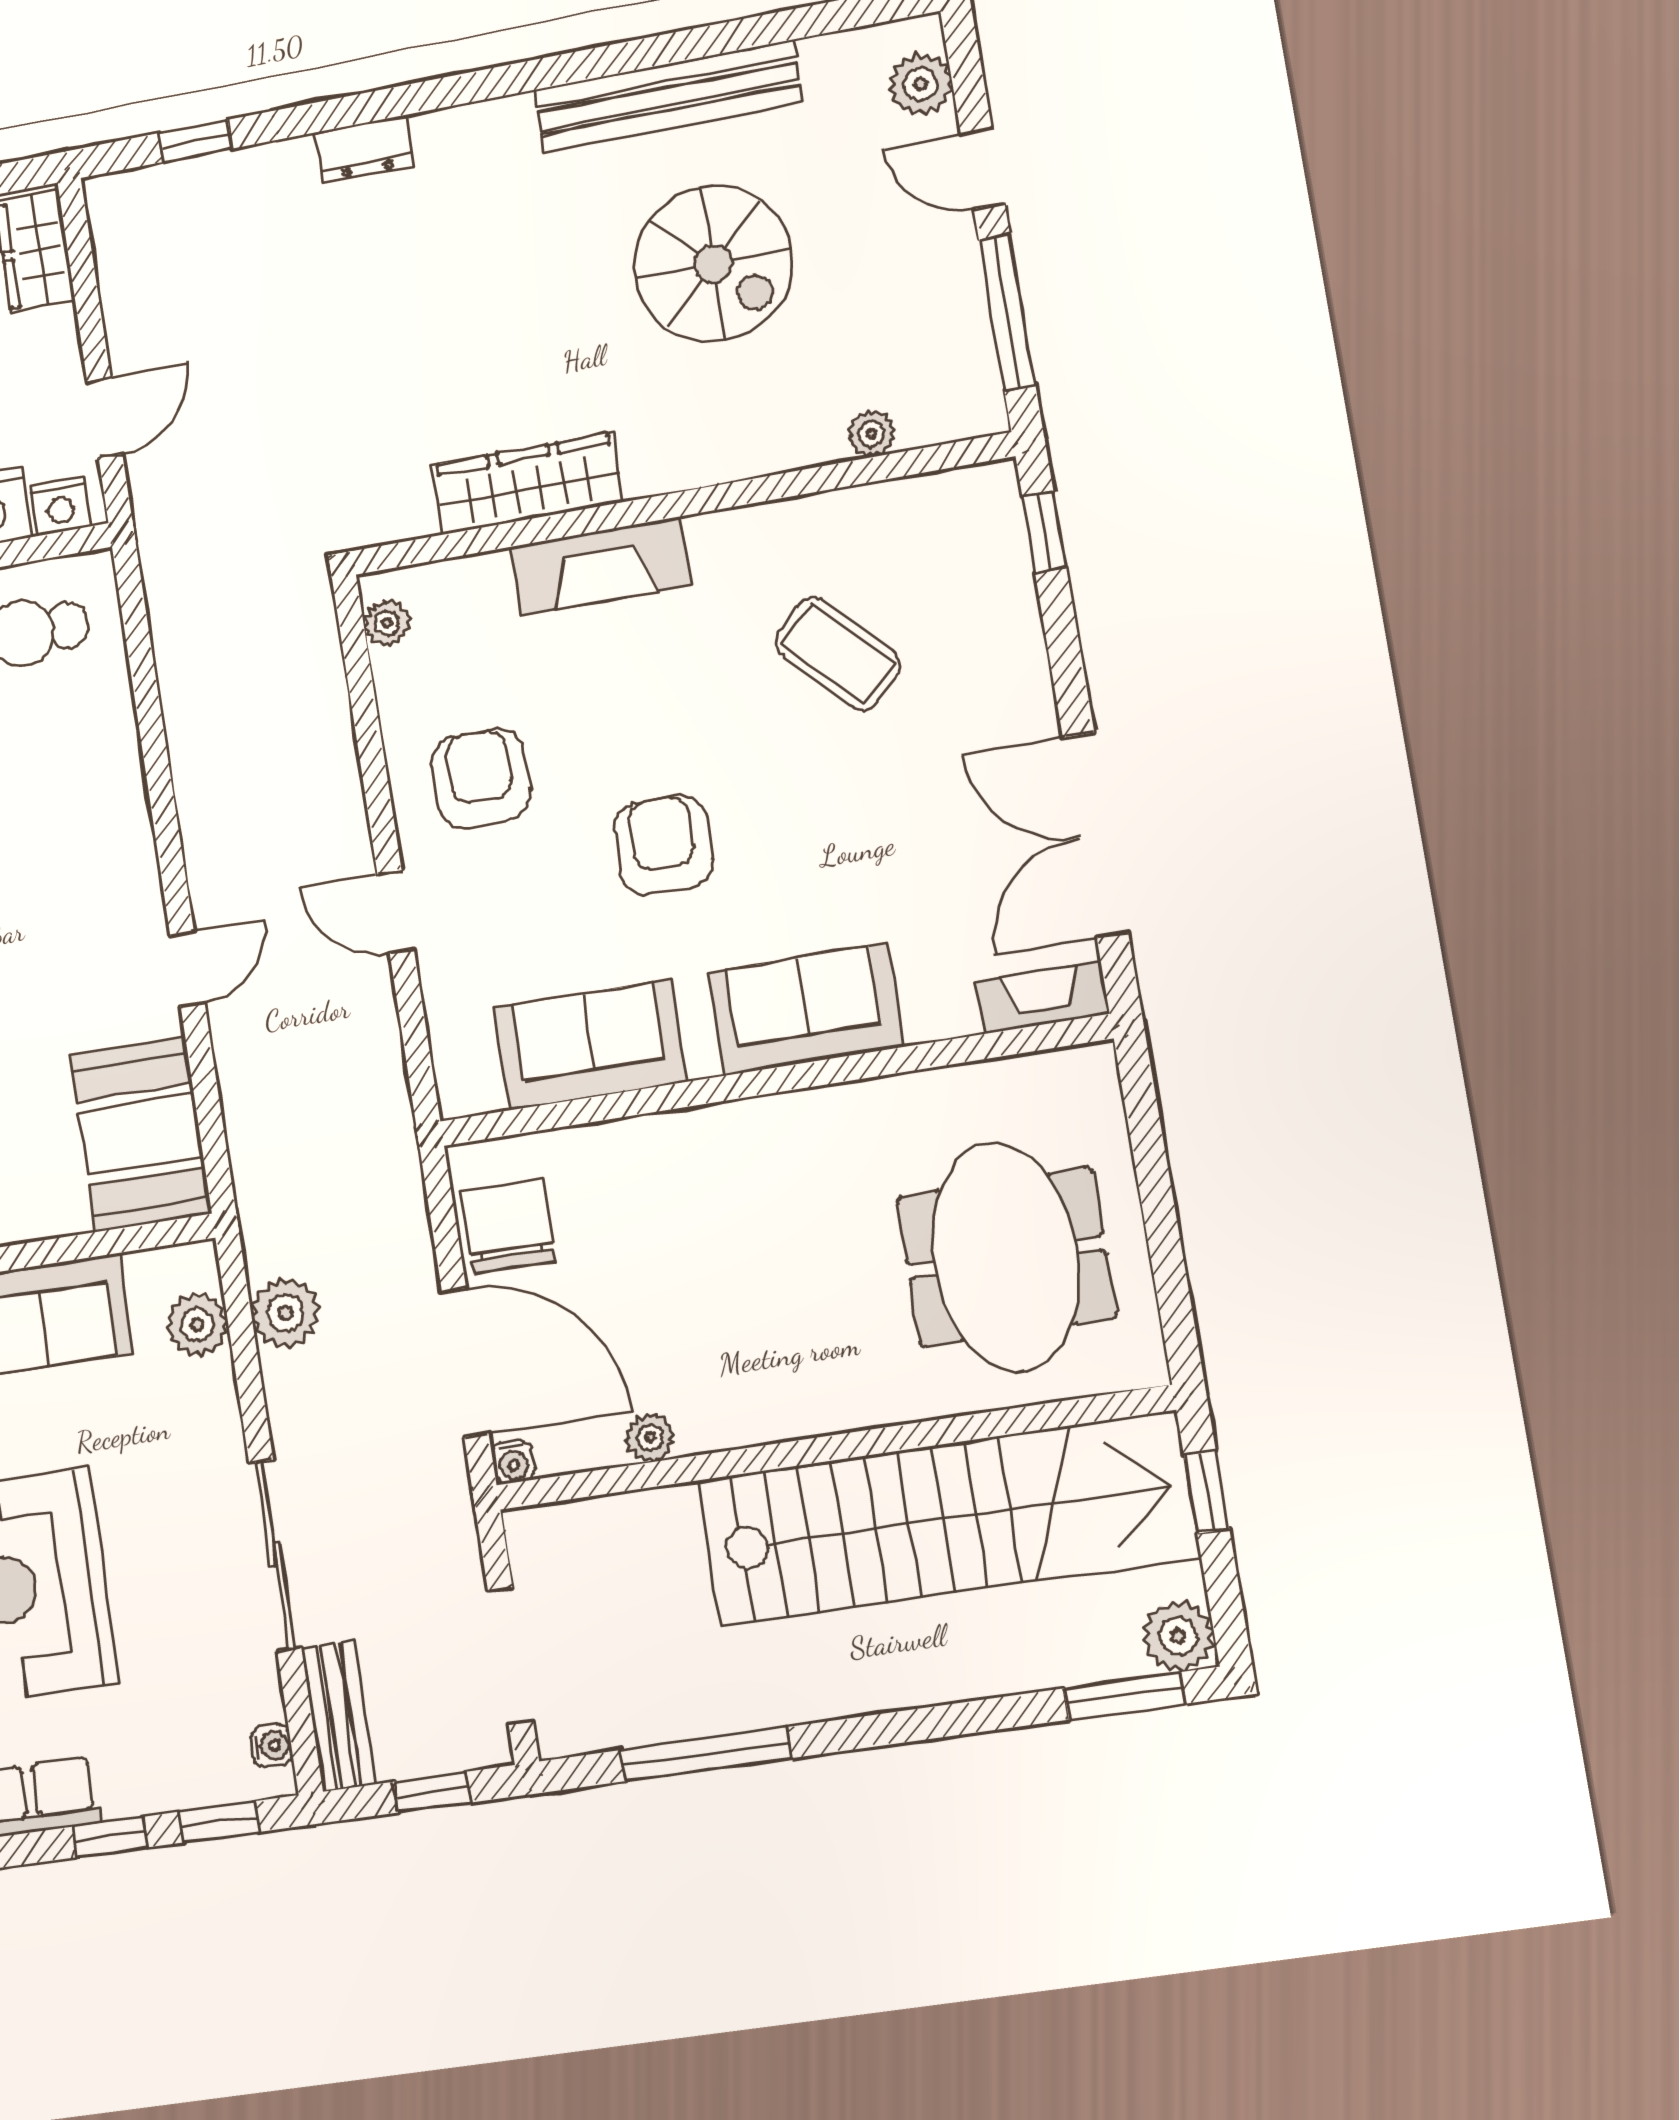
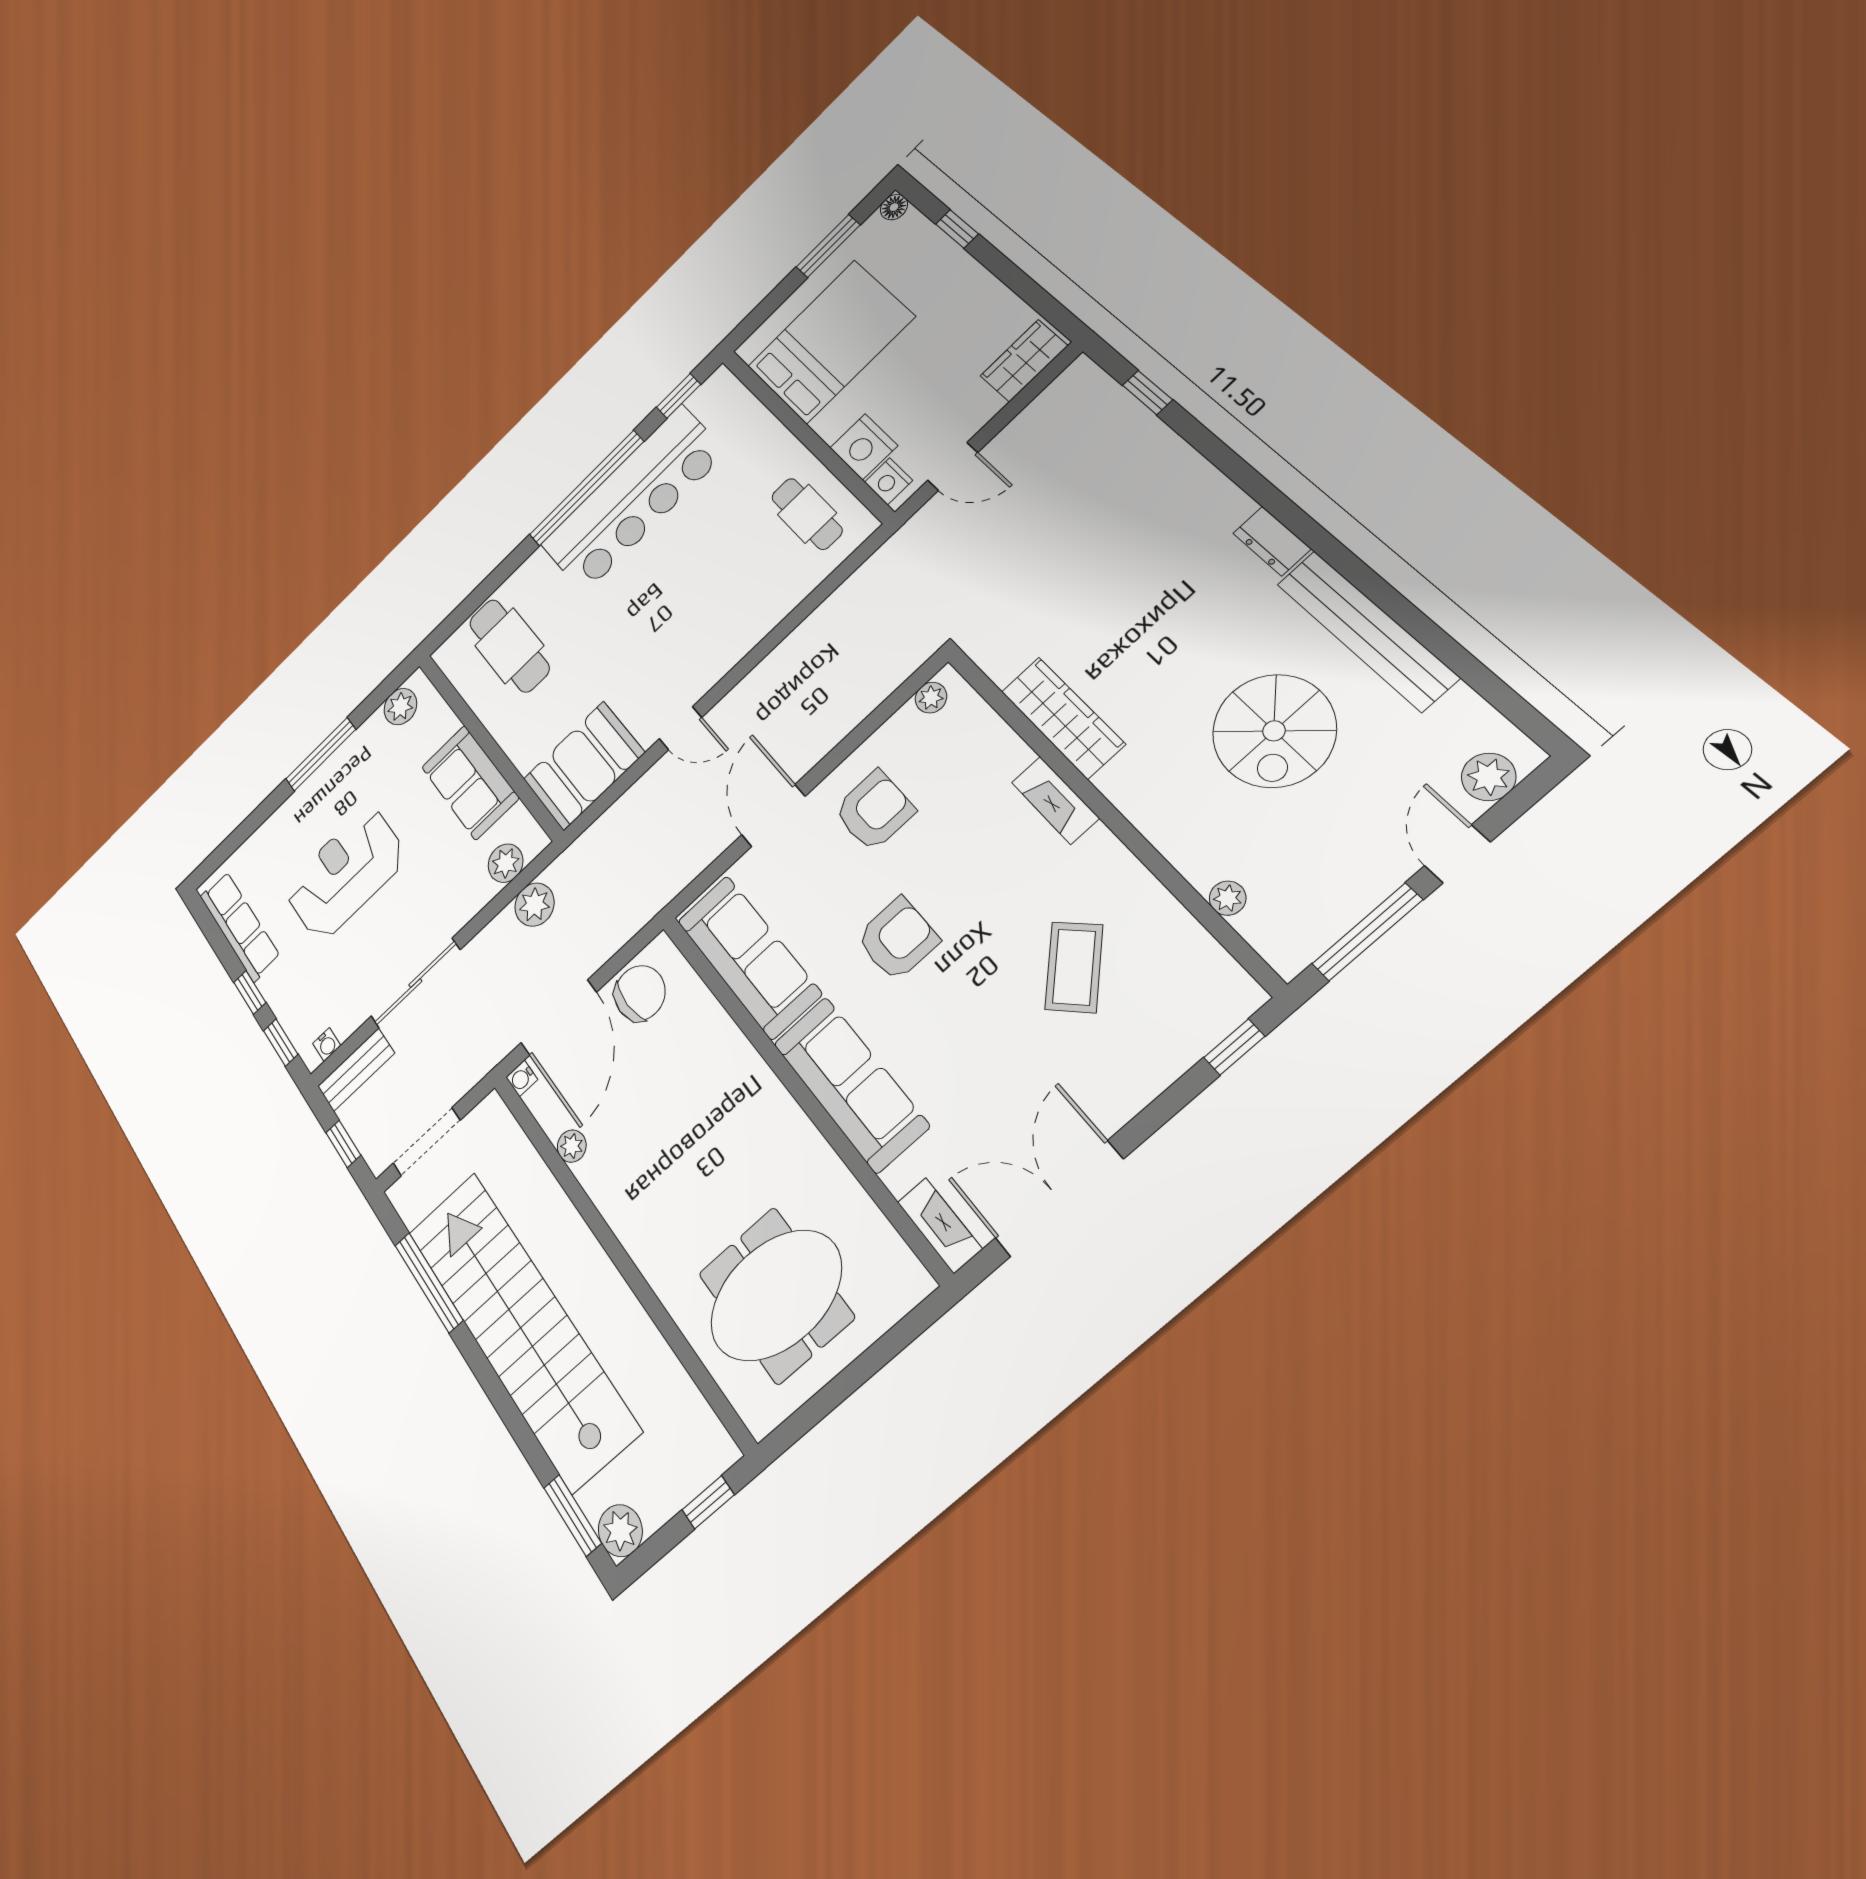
dresser: (364, 149) -> (1272, 541), moved
fireplace: (601, 566) -> (1055, 800), width x0.73, depth x0.76
door: (396, 912) -> (773, 816), width x1.38
sofa: (805, 1010) -> (851, 1084), width x1.36
sofa: (590, 1045) -> (749, 957), width x1.36
stairs: (947, 1519) -> (521, 1329), moved, turned 180

